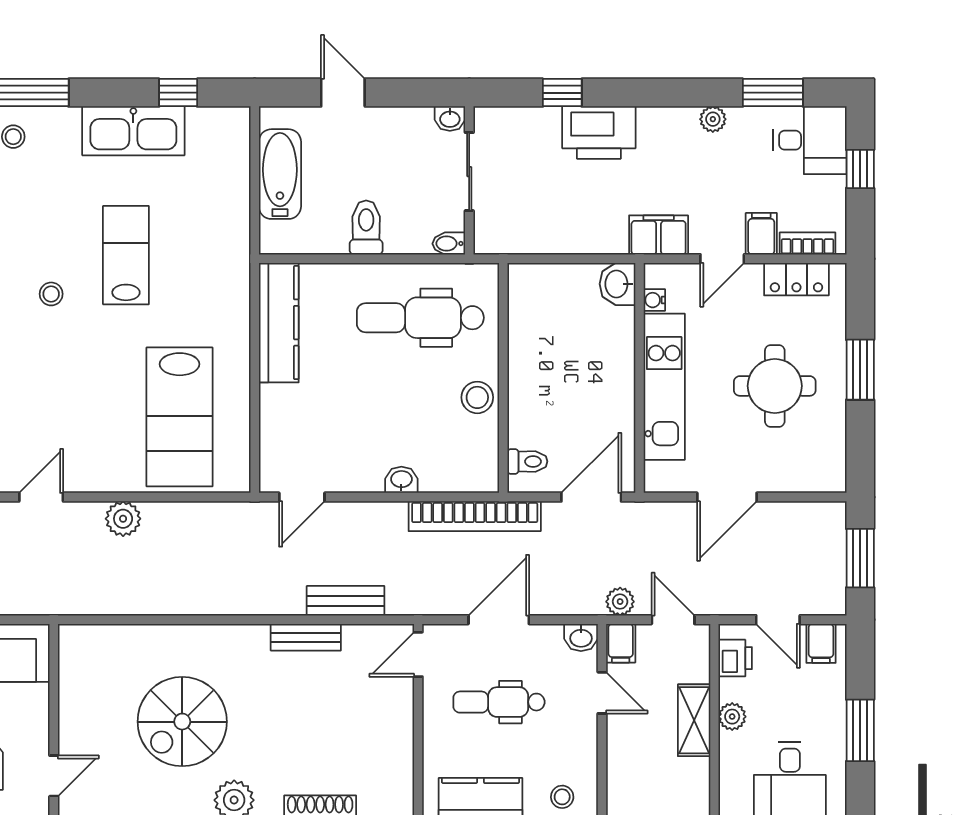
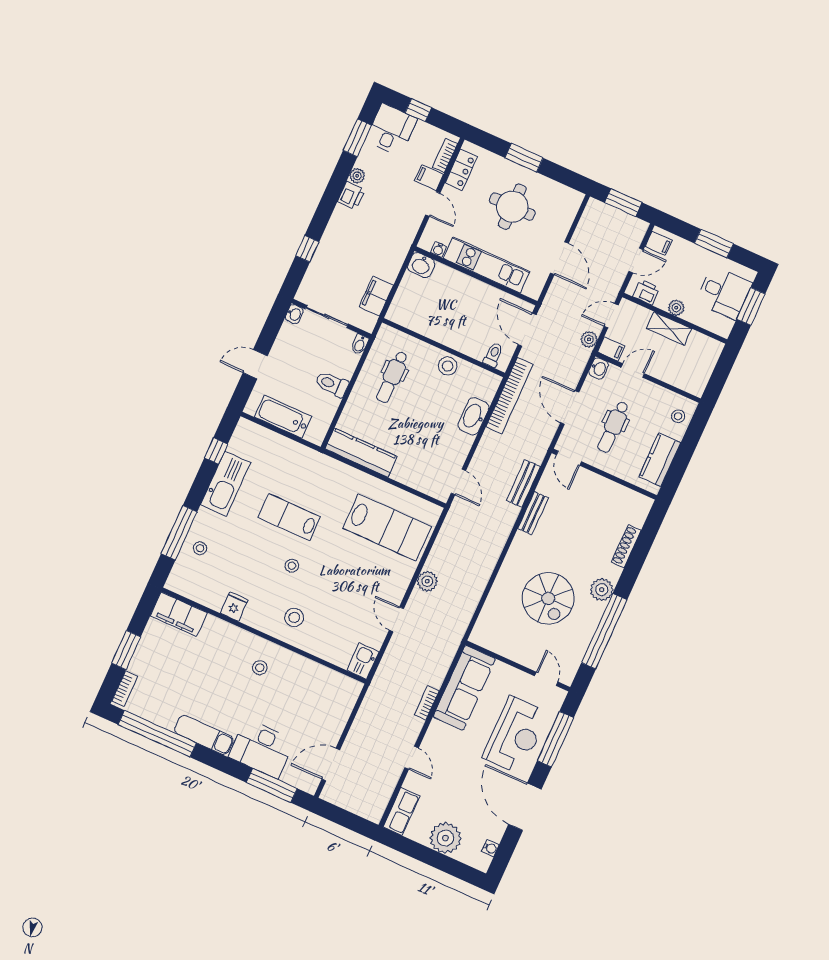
printer: (599, 132) -> (351, 196), moved, width x0.53, depth x0.68
filing cabinet: (659, 235) -> (376, 296), moved
dental chair: (420, 318) -> (392, 377), width x0.73, depth x0.72
washbasin: (401, 480) -> (473, 416), width x1.91, depth x1.45

